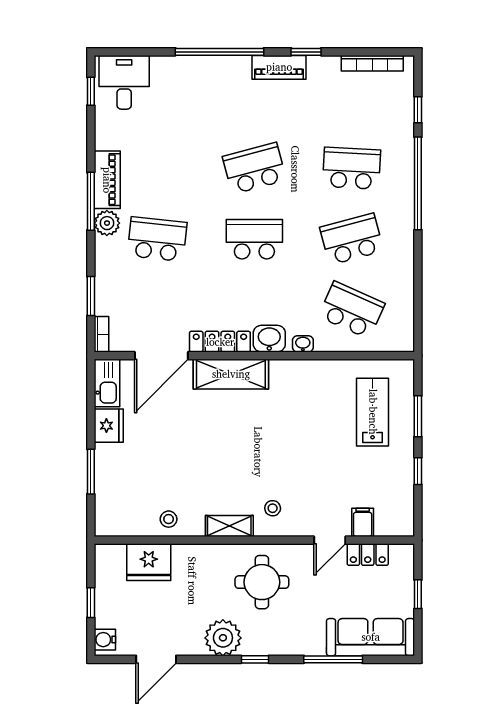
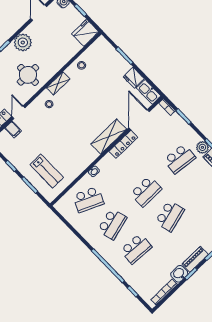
washbasin: (269, 339) -> (179, 274), moved, turned 180
fridge: (149, 562) -> (85, 33), moved

